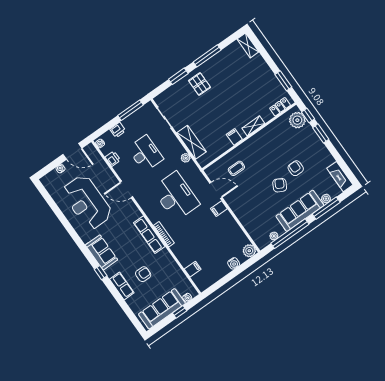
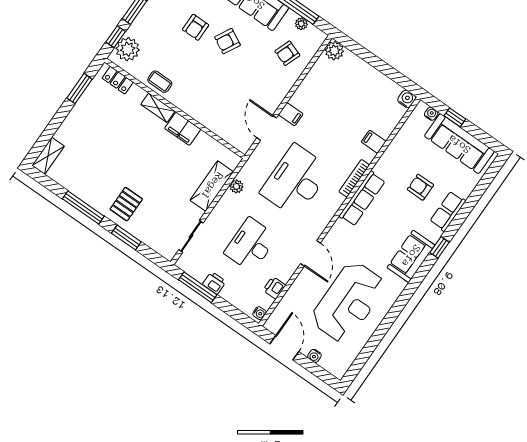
printer: (118, 130) -> (214, 283), moved
filing cabinet: (234, 137) -> (183, 129), width x2.00
coffee table: (236, 168) -> (160, 82), moved
armchair: (258, 220) -> (287, 53), added
water cooler: (234, 263) -> (407, 99), moved
filing cabinet: (193, 269) -> (374, 142), moved

